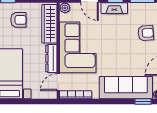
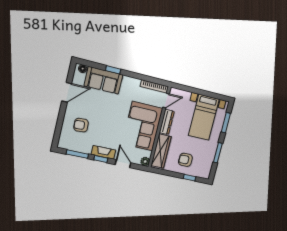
sofa: (126, 88) -> (103, 80), width x0.73
window: (143, 101) -> (113, 70), moved

